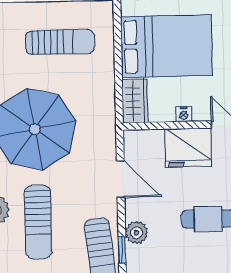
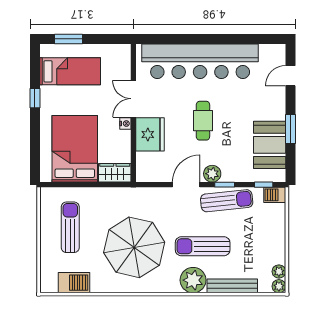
nightstand: (184, 114) -> (125, 124), moved
door: (121, 179) -> (186, 185), moved
sun lounger: (38, 222) -> (203, 246), turned 180

